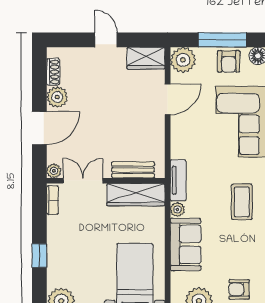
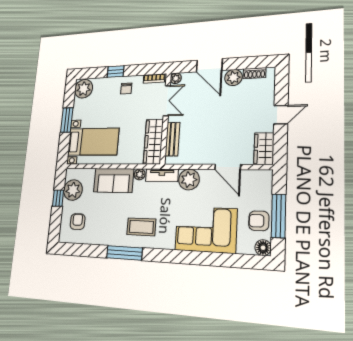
plant: (183, 60) -> (189, 179), moved
chair: (64, 238) -> (126, 88), added

